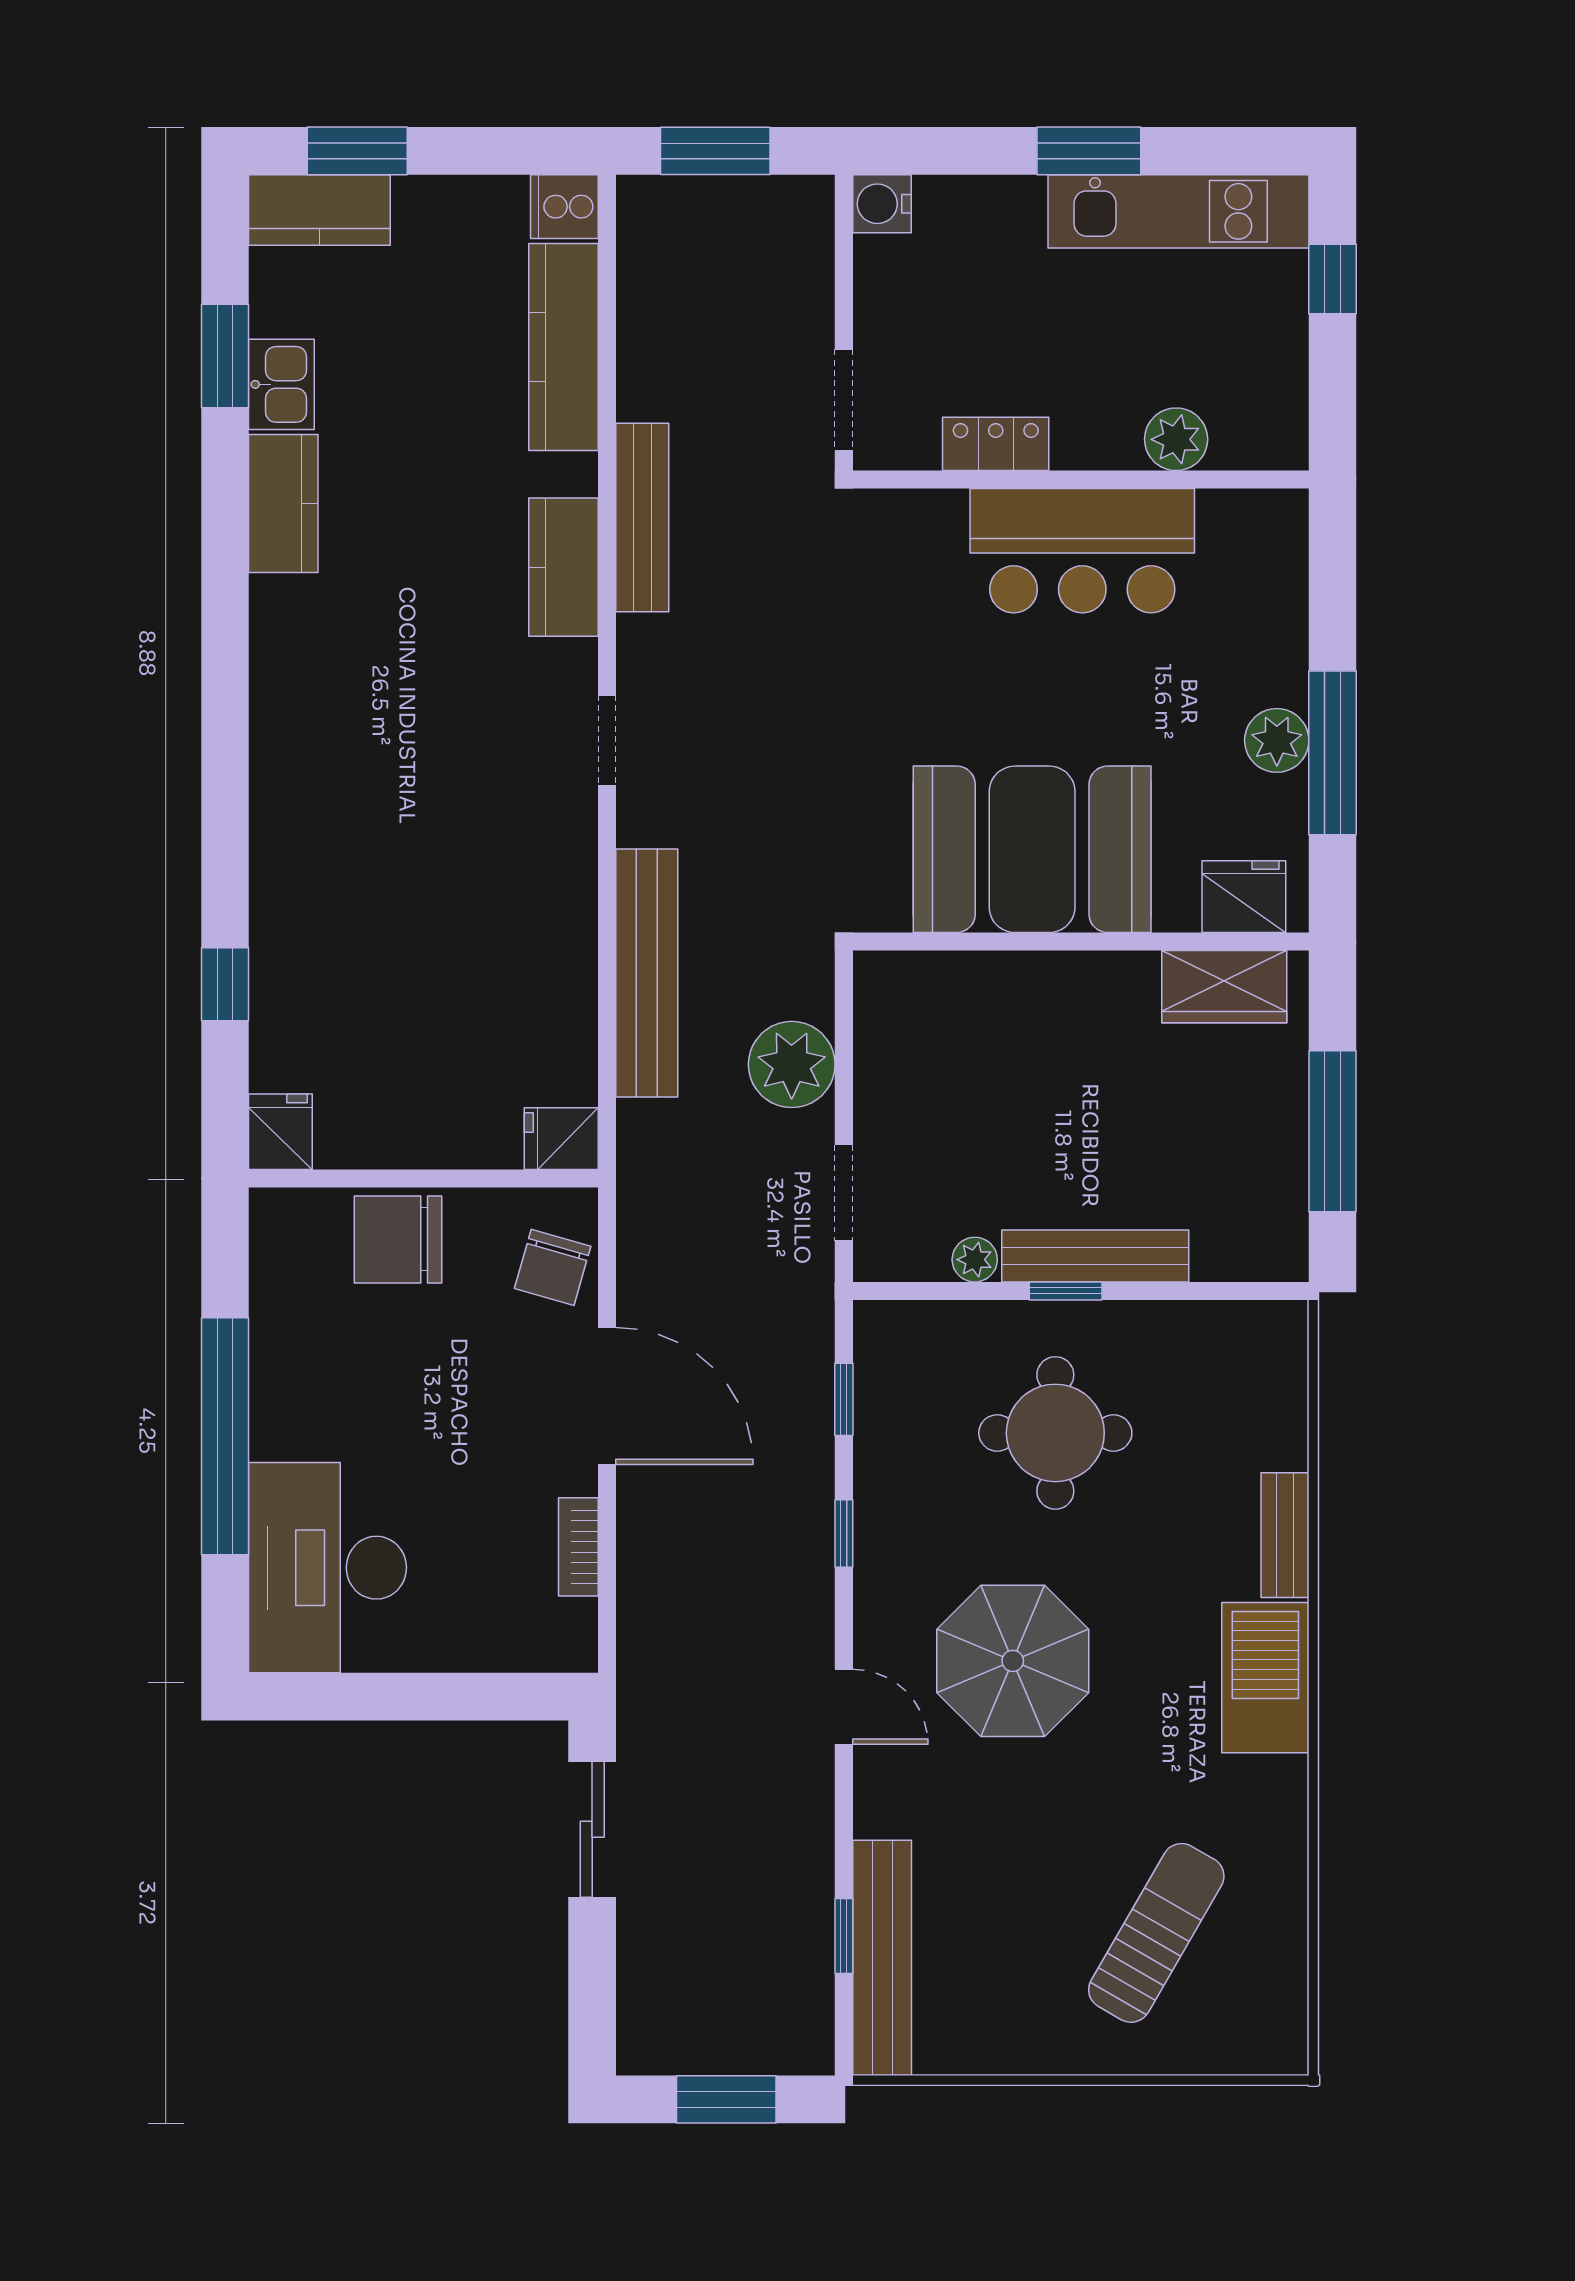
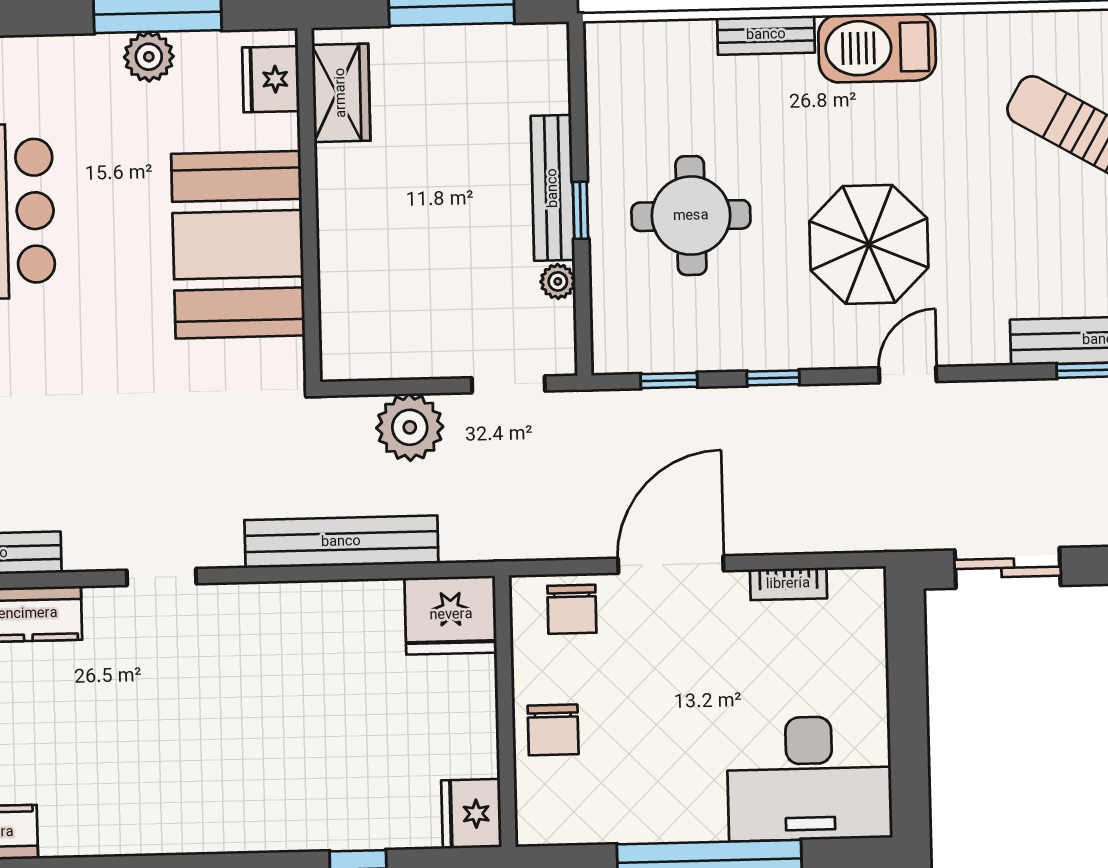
fridge: (280, 1132) -> (471, 814), width x1.38
fridge: (561, 1139) -> (451, 615), width x1.88, depth x1.34
chair: (398, 1239) -> (553, 730), width x0.73, depth x0.73
chair: (553, 1267) -> (572, 609), turned 74

